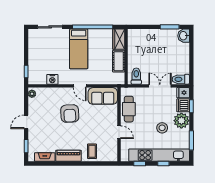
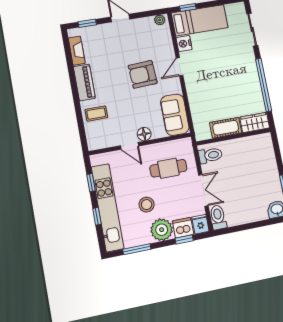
bed: (79, 49) -> (200, 20), moved, turned 180
door: (80, 86) -> (180, 67), moved
cafe table: (129, 109) -> (168, 168), moved
floor lamp: (113, 120) -> (144, 134), added
door: (119, 132) -> (130, 146), hinge flipped

